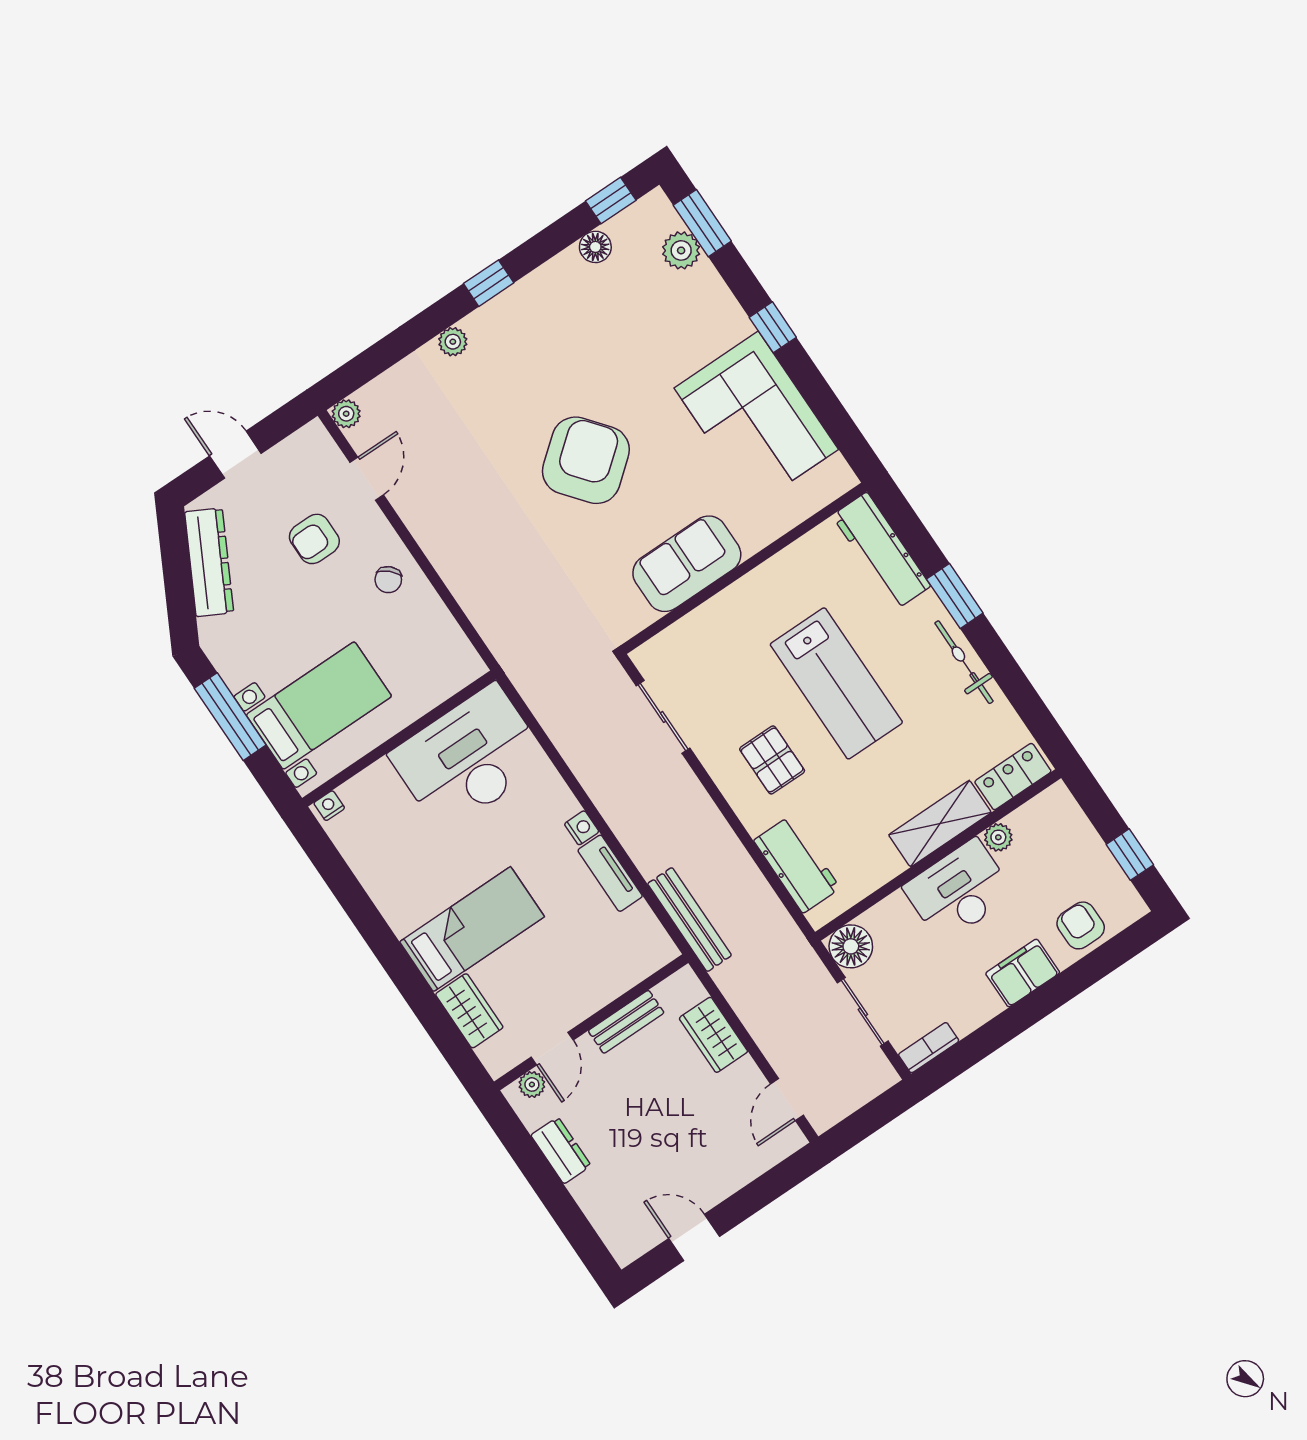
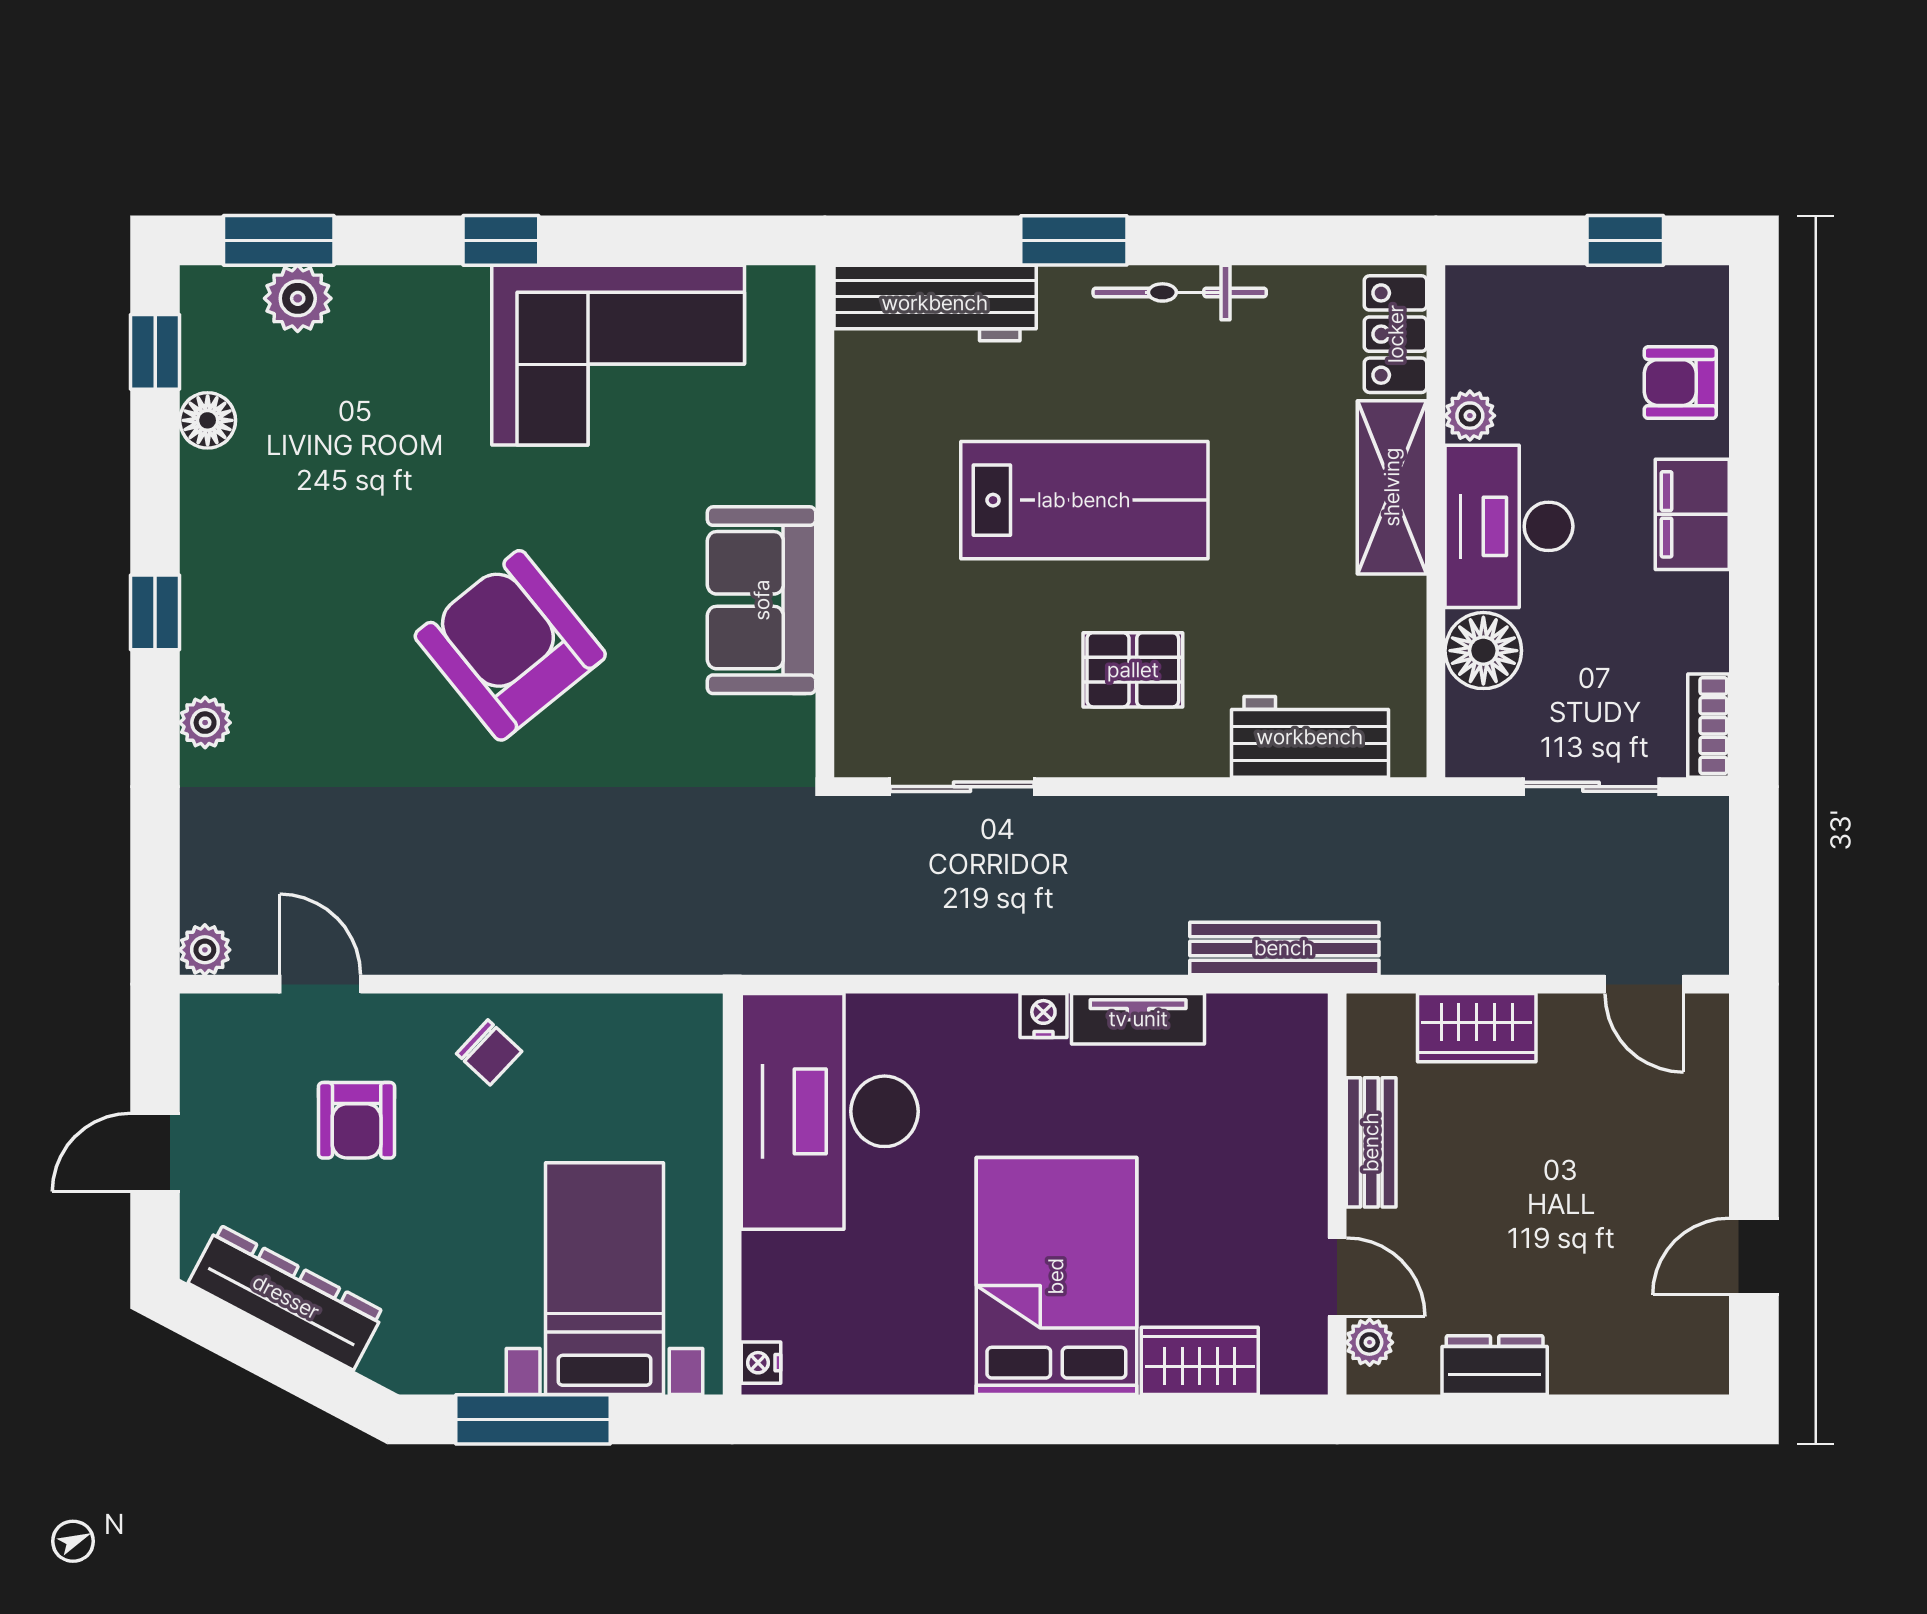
bed: (472, 929) -> (1056, 1276), width x1.50
floor lamp: (851, 946) -> (1483, 651), moved

